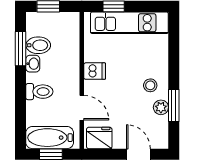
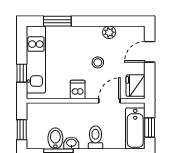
stool: (150, 85) -> (98, 62), moved
window: (174, 106) -> (57, 21), moved

